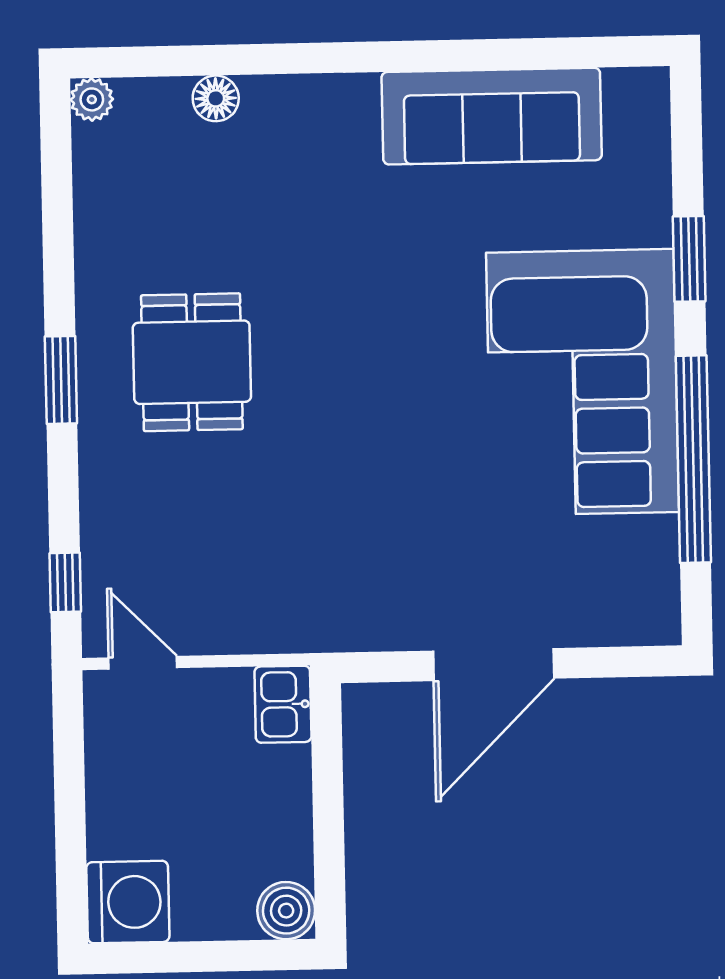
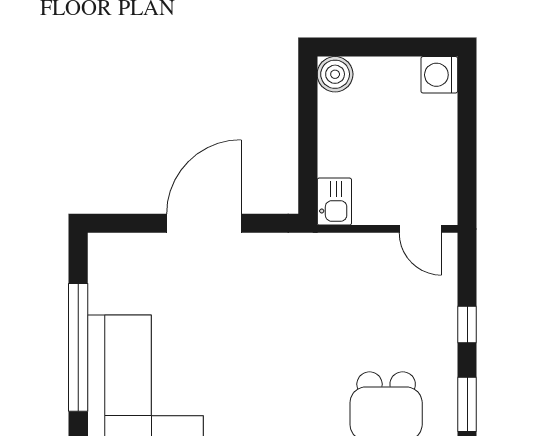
window: (65, 582) -> (467, 324), moved
washing machine: (128, 902) -> (439, 75), width x0.73, depth x0.73

